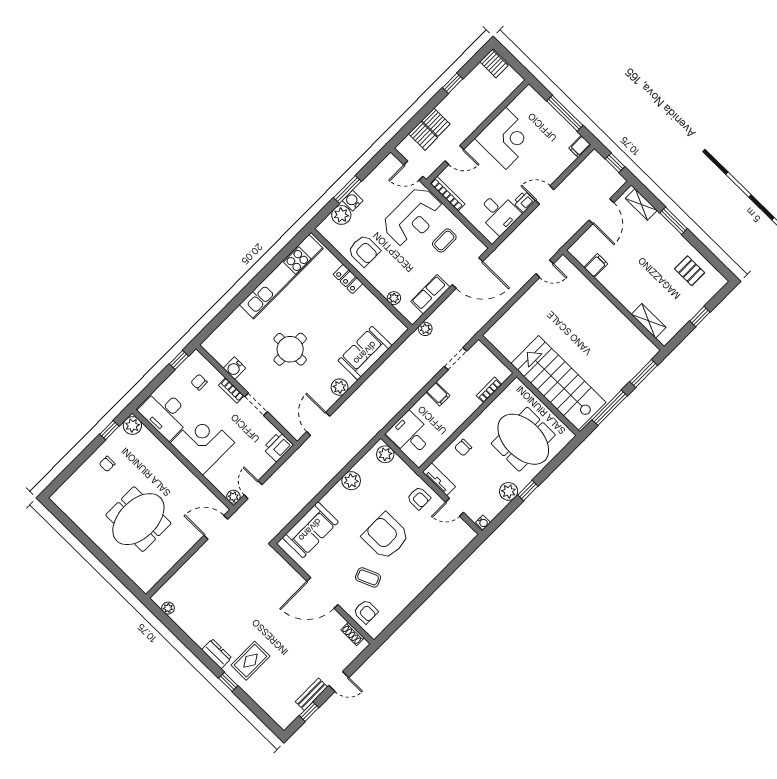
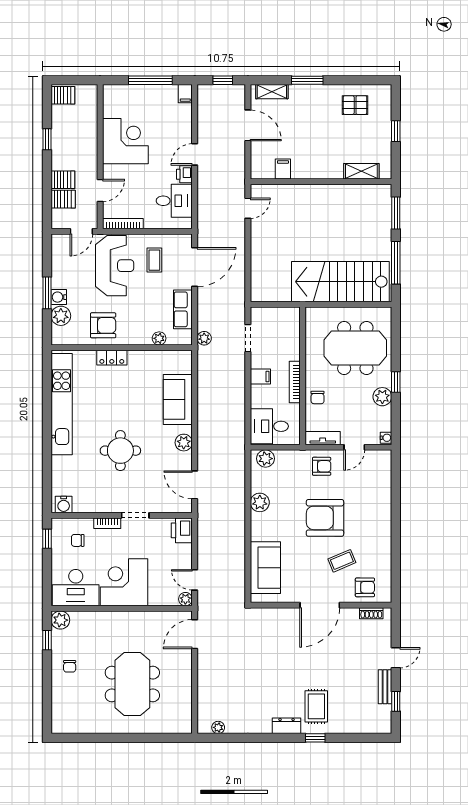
water cooler: (234, 368) -> (64, 505), moved
bookcase: (489, 390) -> (295, 382), moved, width x1.56

